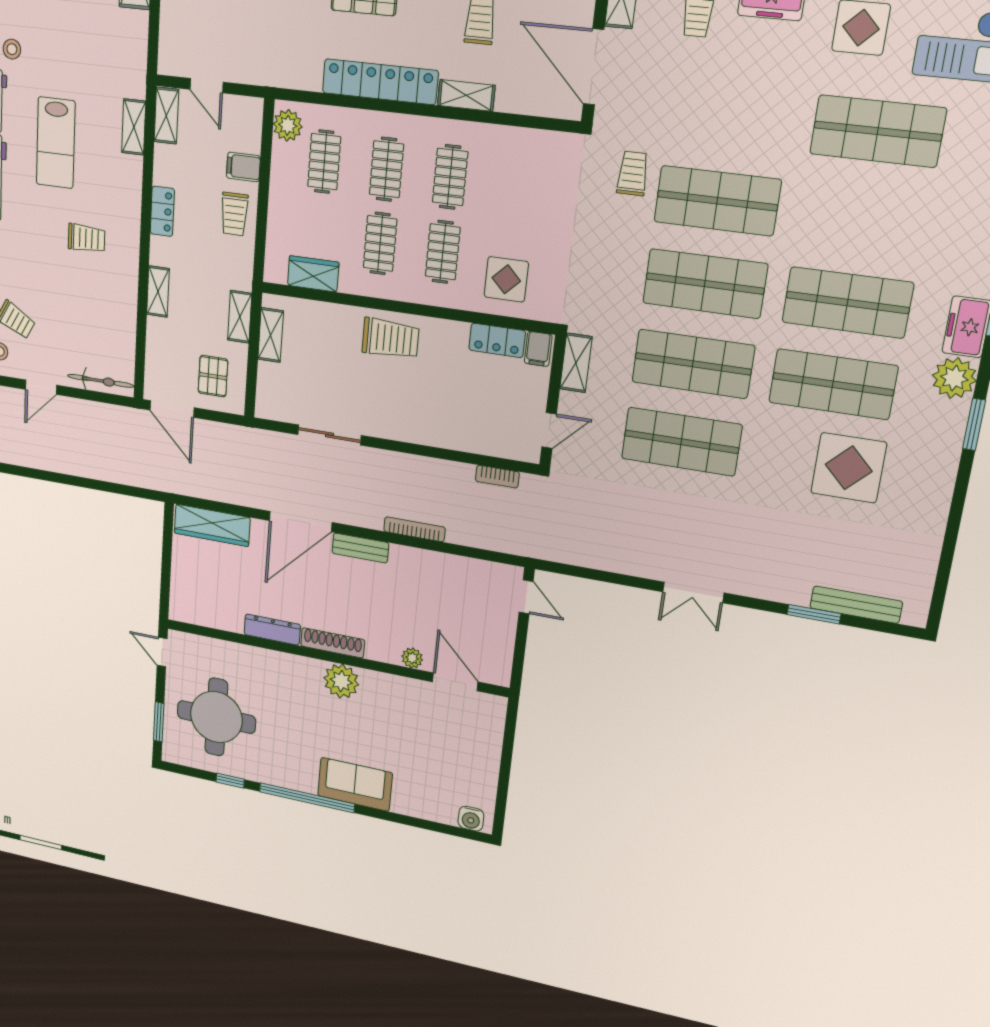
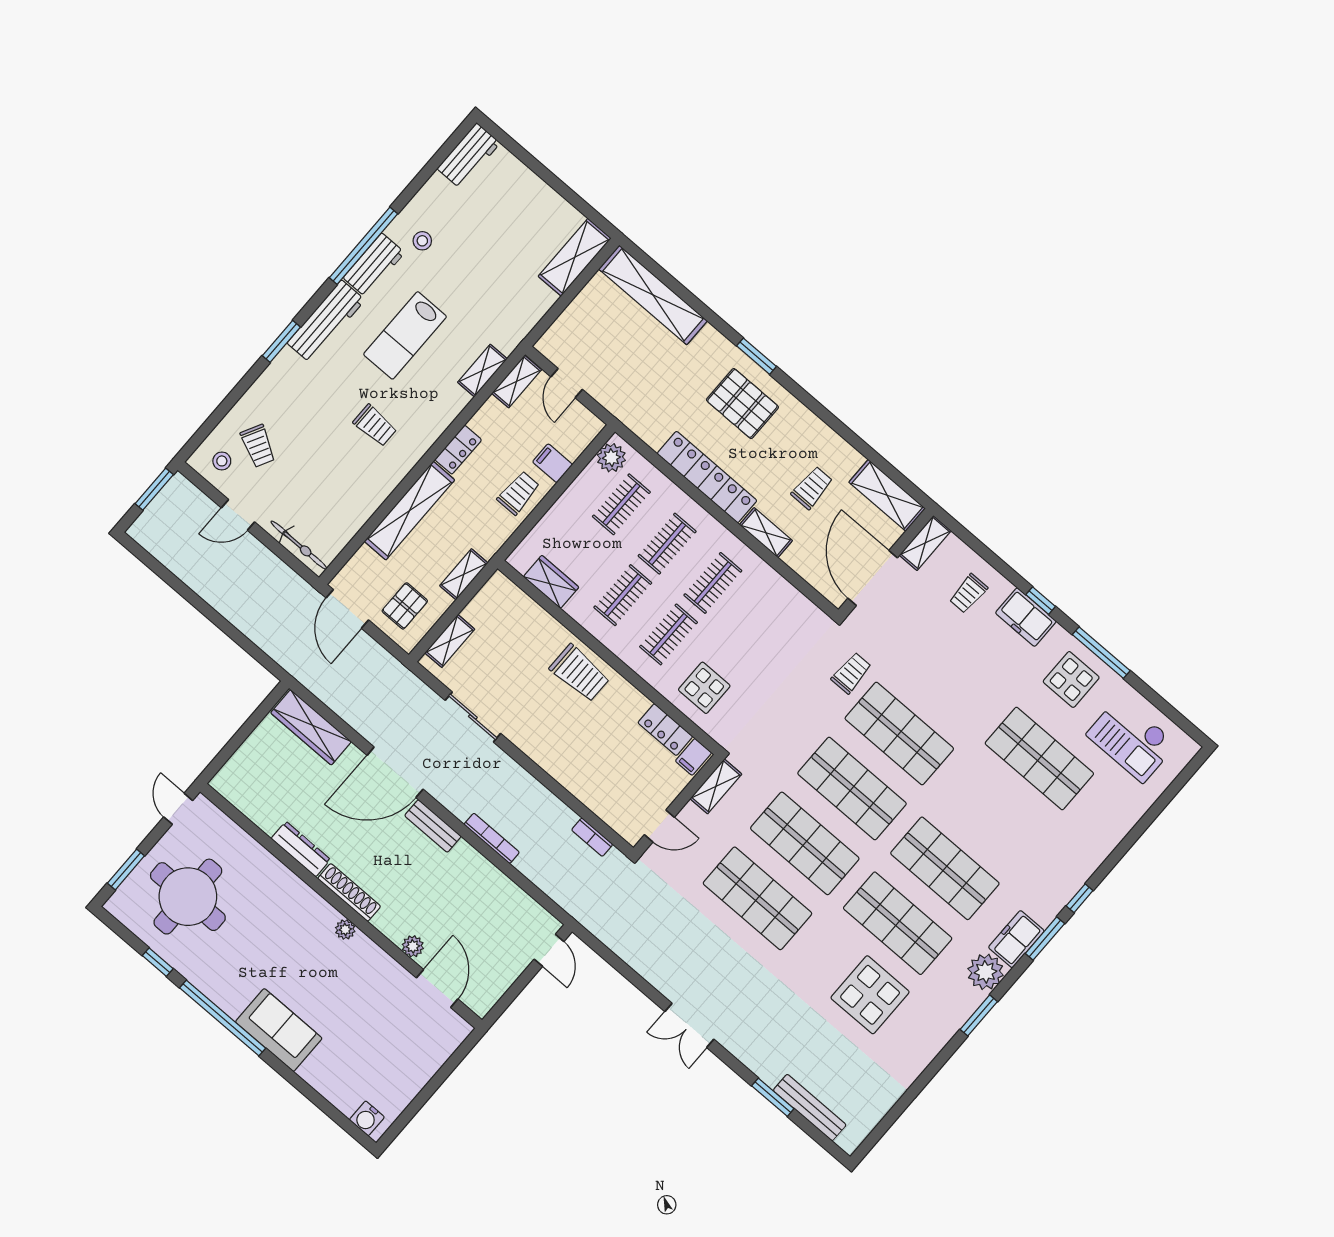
trolley: (234, 214) -> (518, 493), turned 180
shelving: (158, 292) -> (410, 511), width x2.20, depth x1.33
shelving: (271, 335) -> (450, 641), moved
plant: (341, 681) -> (345, 929), width x0.53, depth x0.53

